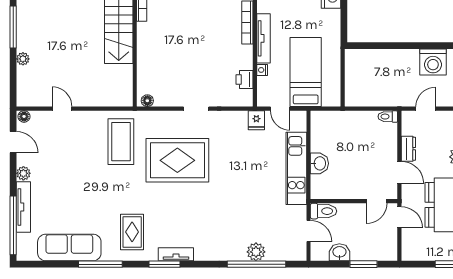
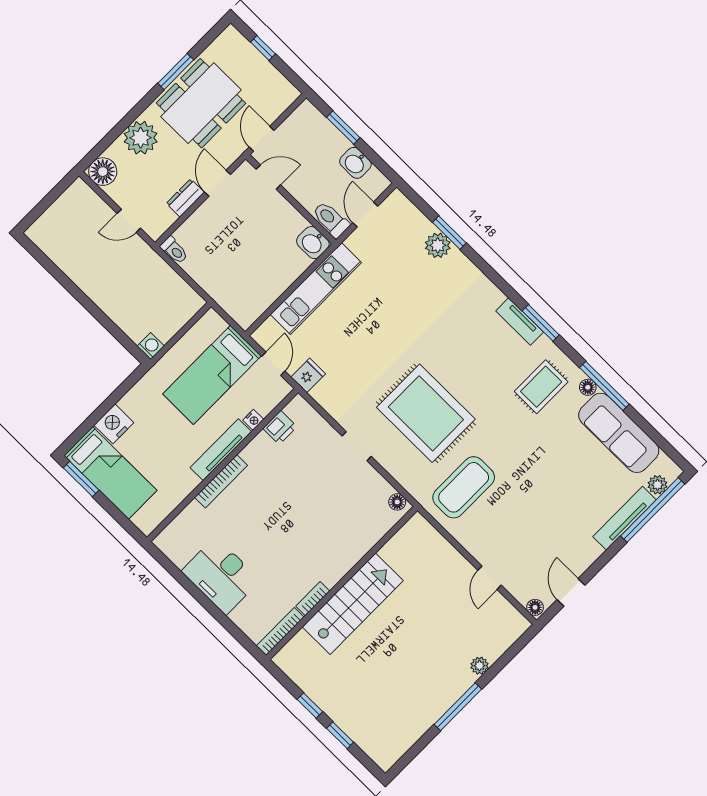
washing machine: (433, 62) -> (151, 346), moved, width x0.53, depth x0.53
washbasin: (319, 163) -> (313, 243), moved, turned -90
plant: (23, 173) -> (657, 485), moved
floor lamp: (108, 255) -> (588, 387), added
window: (256, 264) -> (449, 233), width x0.47

